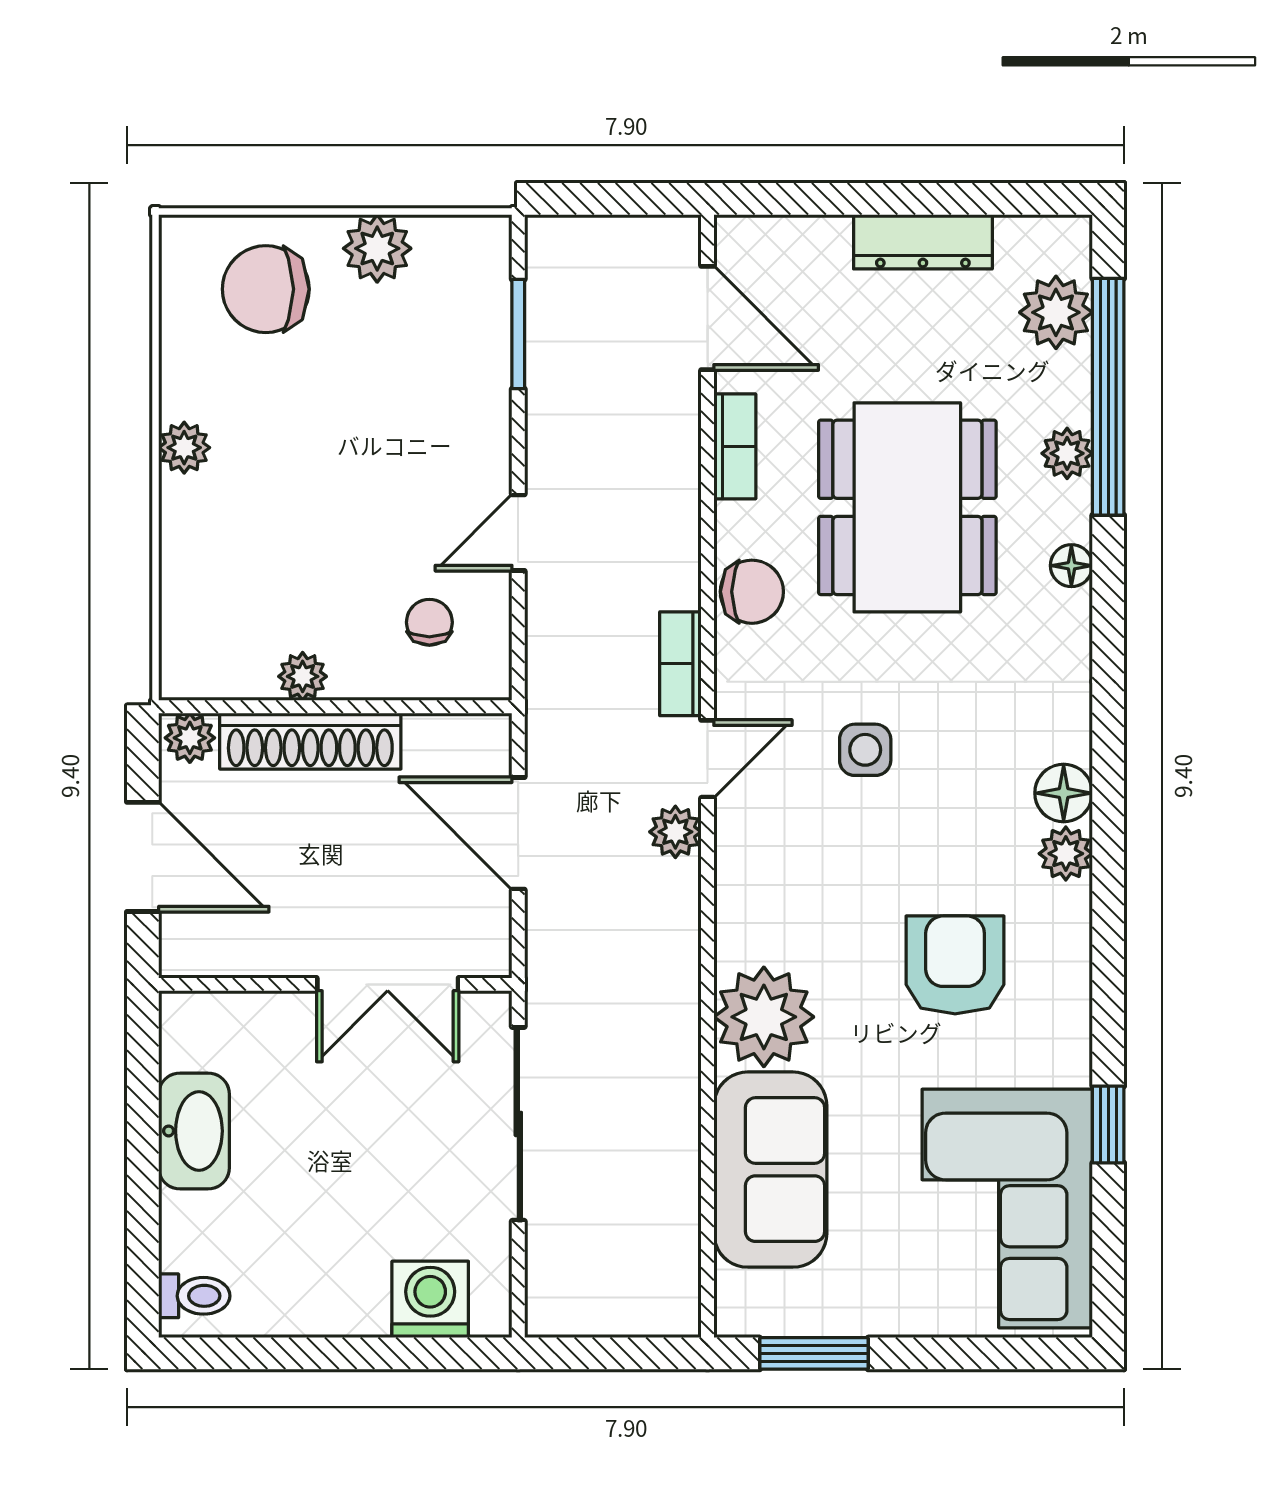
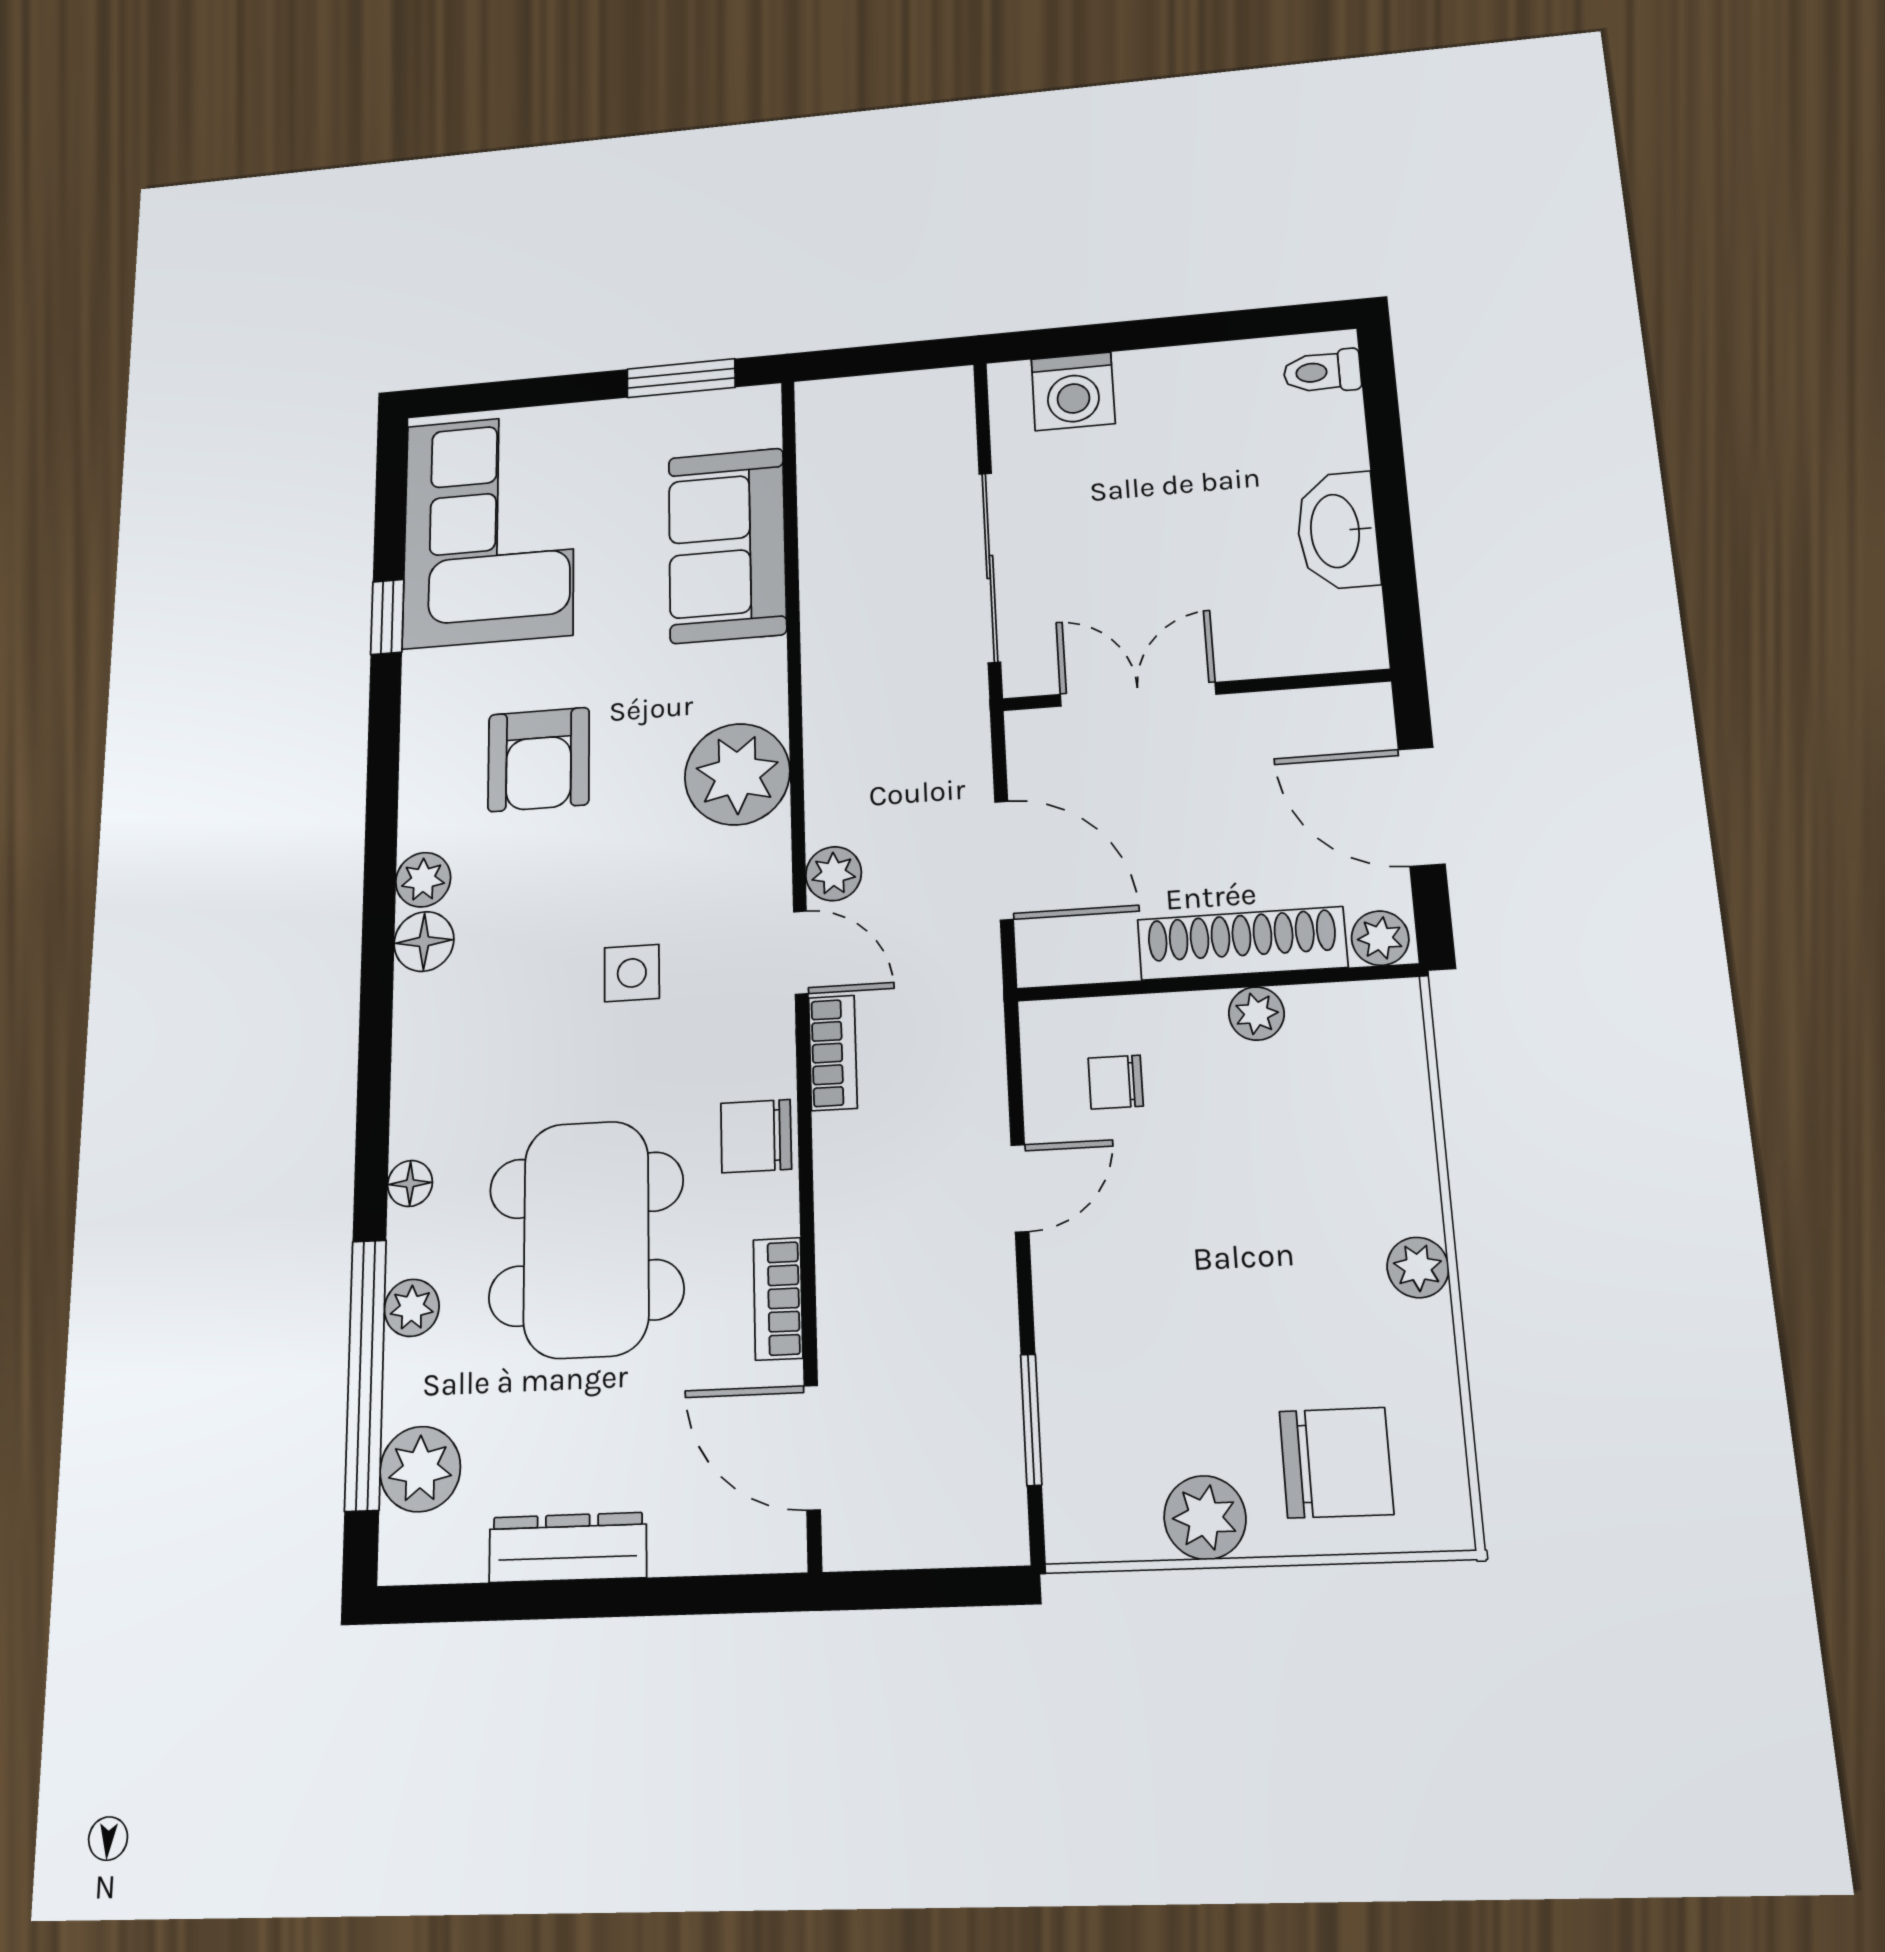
chair: (429, 622) -> (1116, 1082), turned 90
door: (708, 759) -> (801, 953), swing flipped
plant: (764, 1017) -> (737, 774), moved

